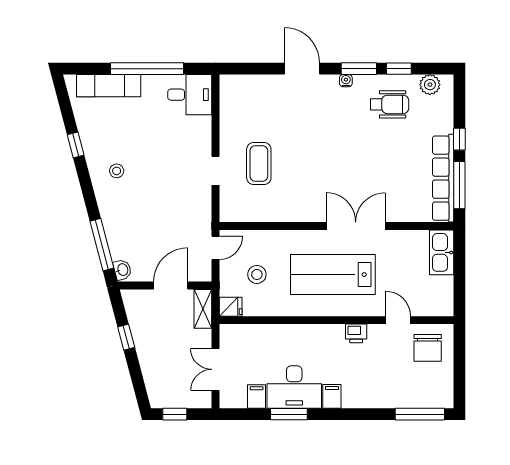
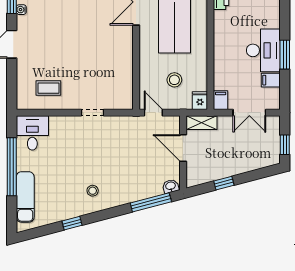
coffee table: (259, 164) -> (48, 88), moved, width x0.73, depth x0.77
filing cabinet: (332, 396) -> (221, 100), moved, turned 90

